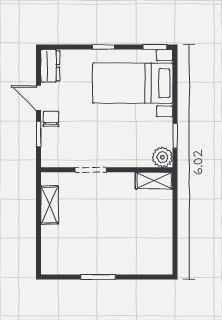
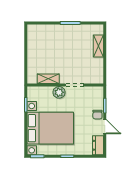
bed with nightstands: (133, 83) -> (50, 128), width x1.36
plant: (162, 157) -> (59, 92), moved
shelving: (154, 181) -> (48, 79), moved
shelving: (50, 205) -> (98, 46), moved

